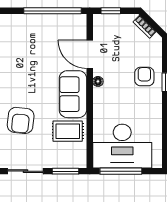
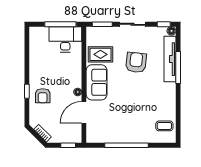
window: (53, 11) -> (127, 145), moved
door: (90, 54) -> (84, 112), swing flipped
desk: (122, 146) -> (65, 39), width x0.73, depth x0.77

